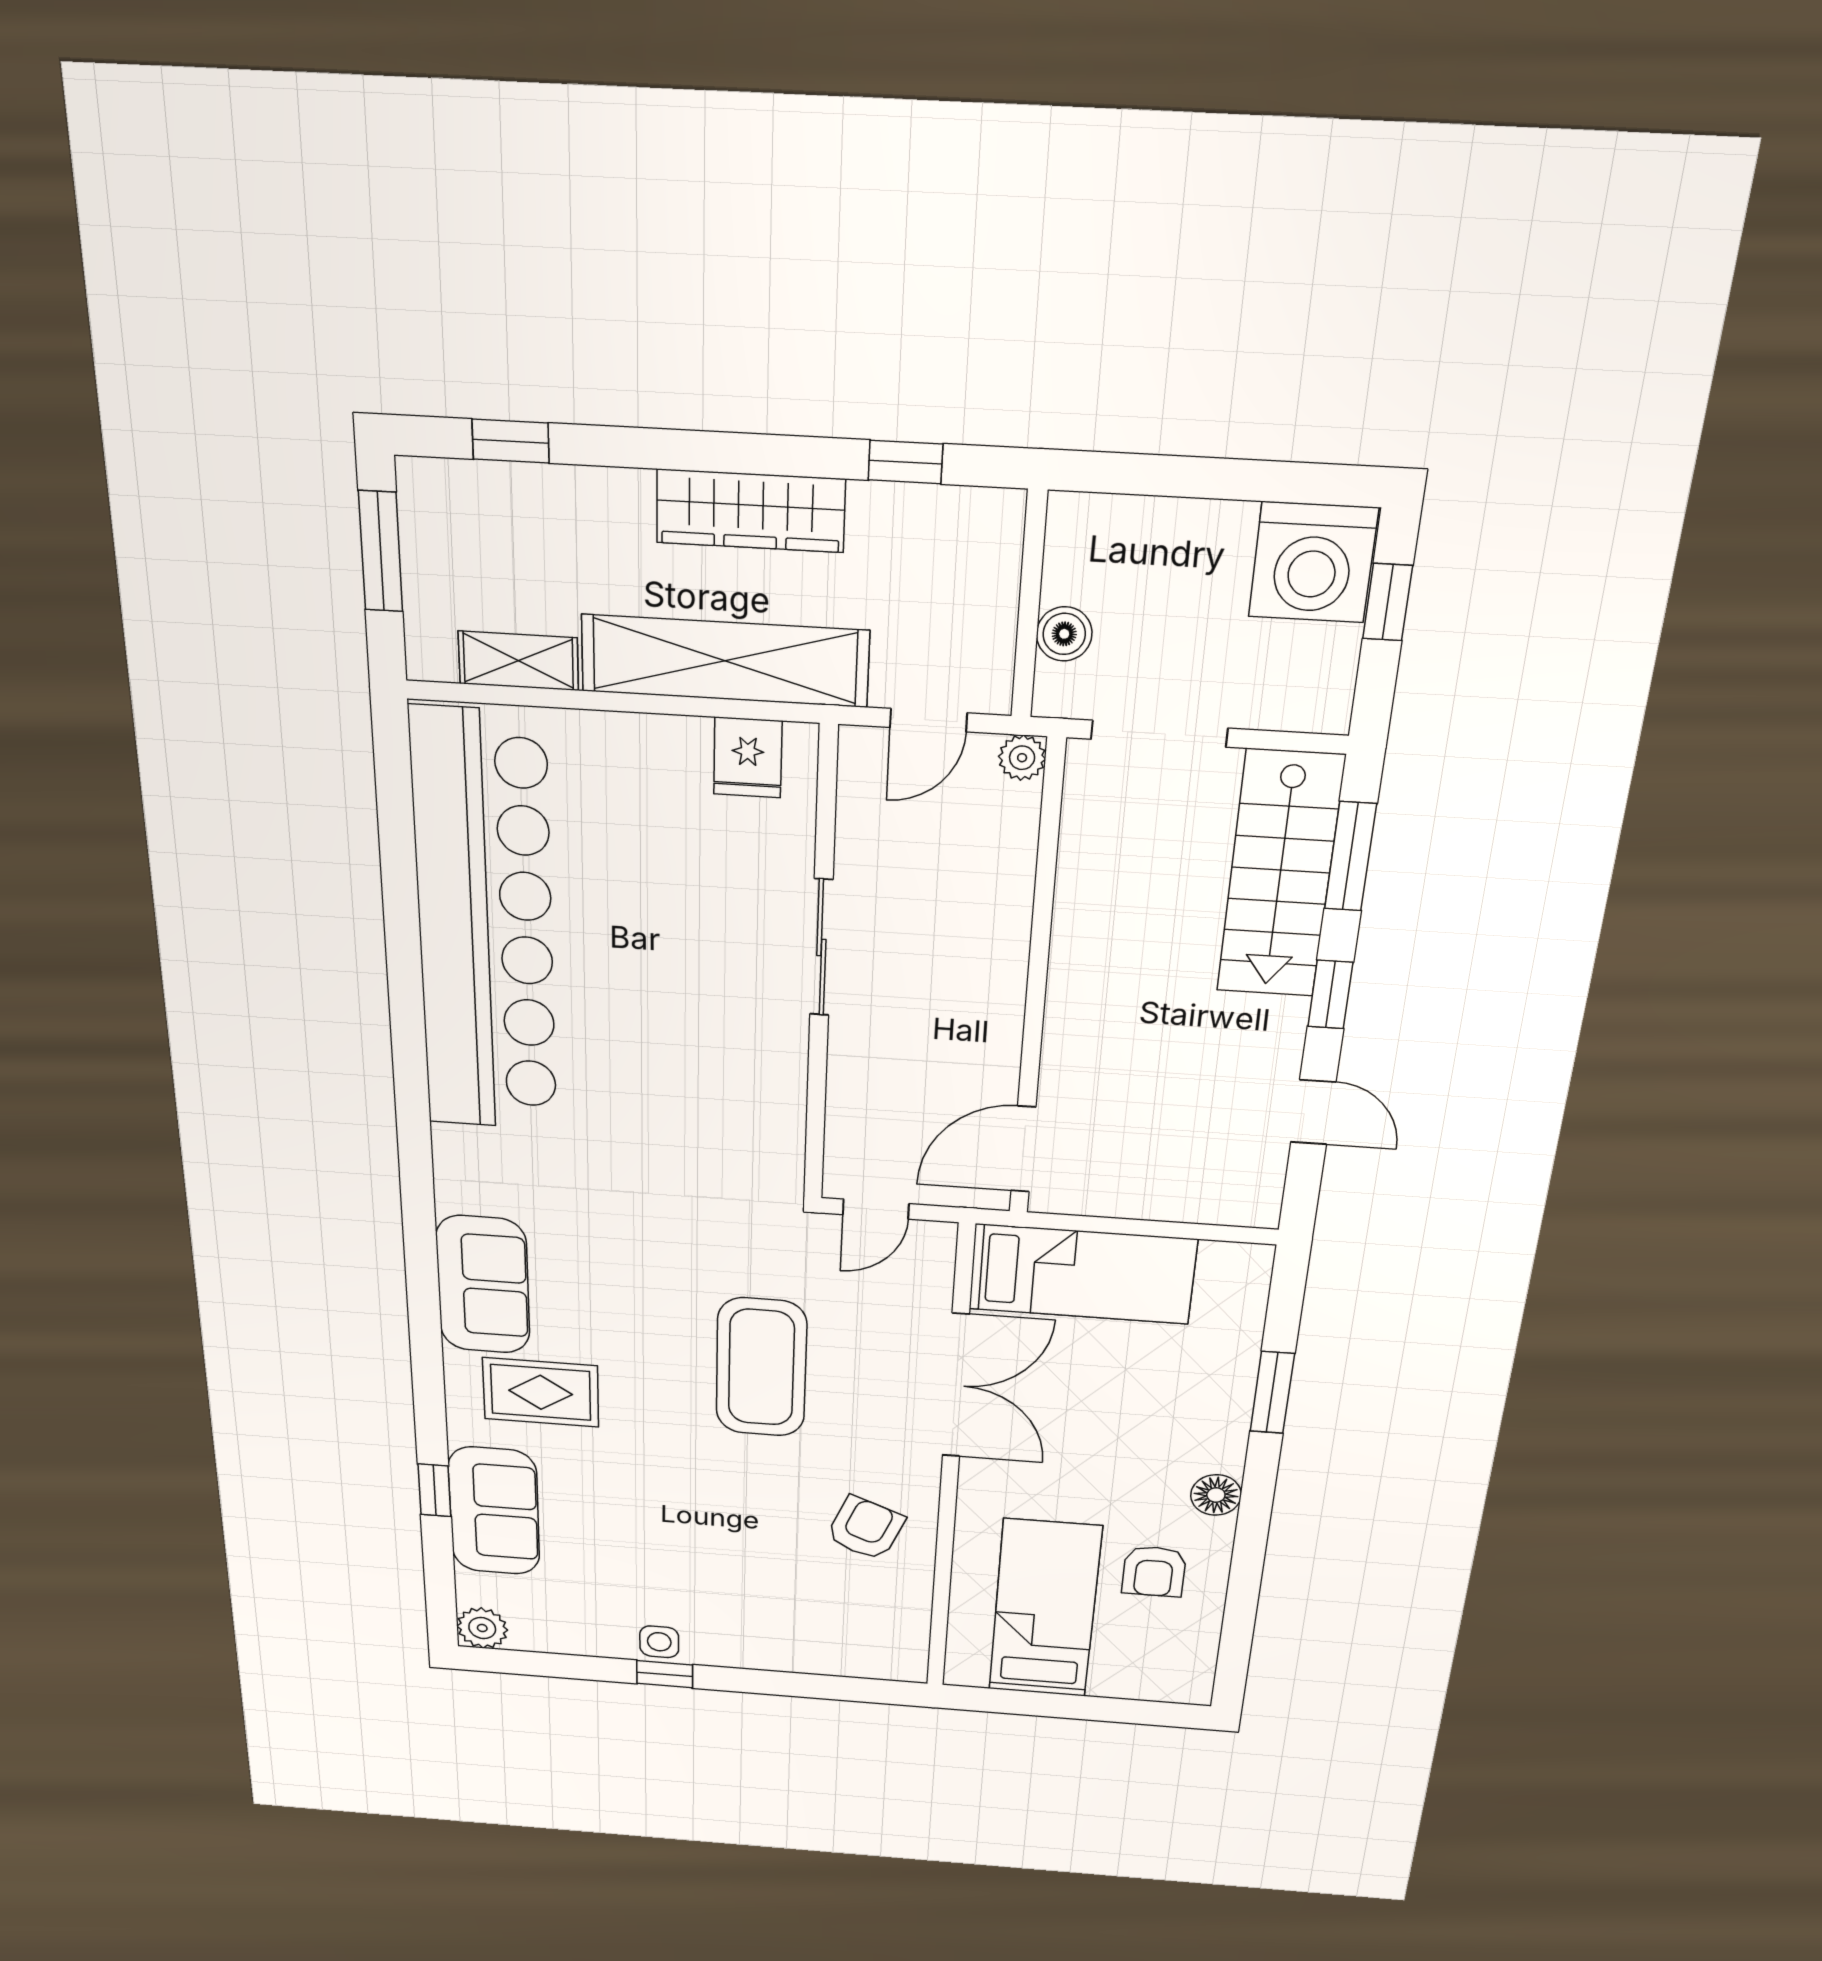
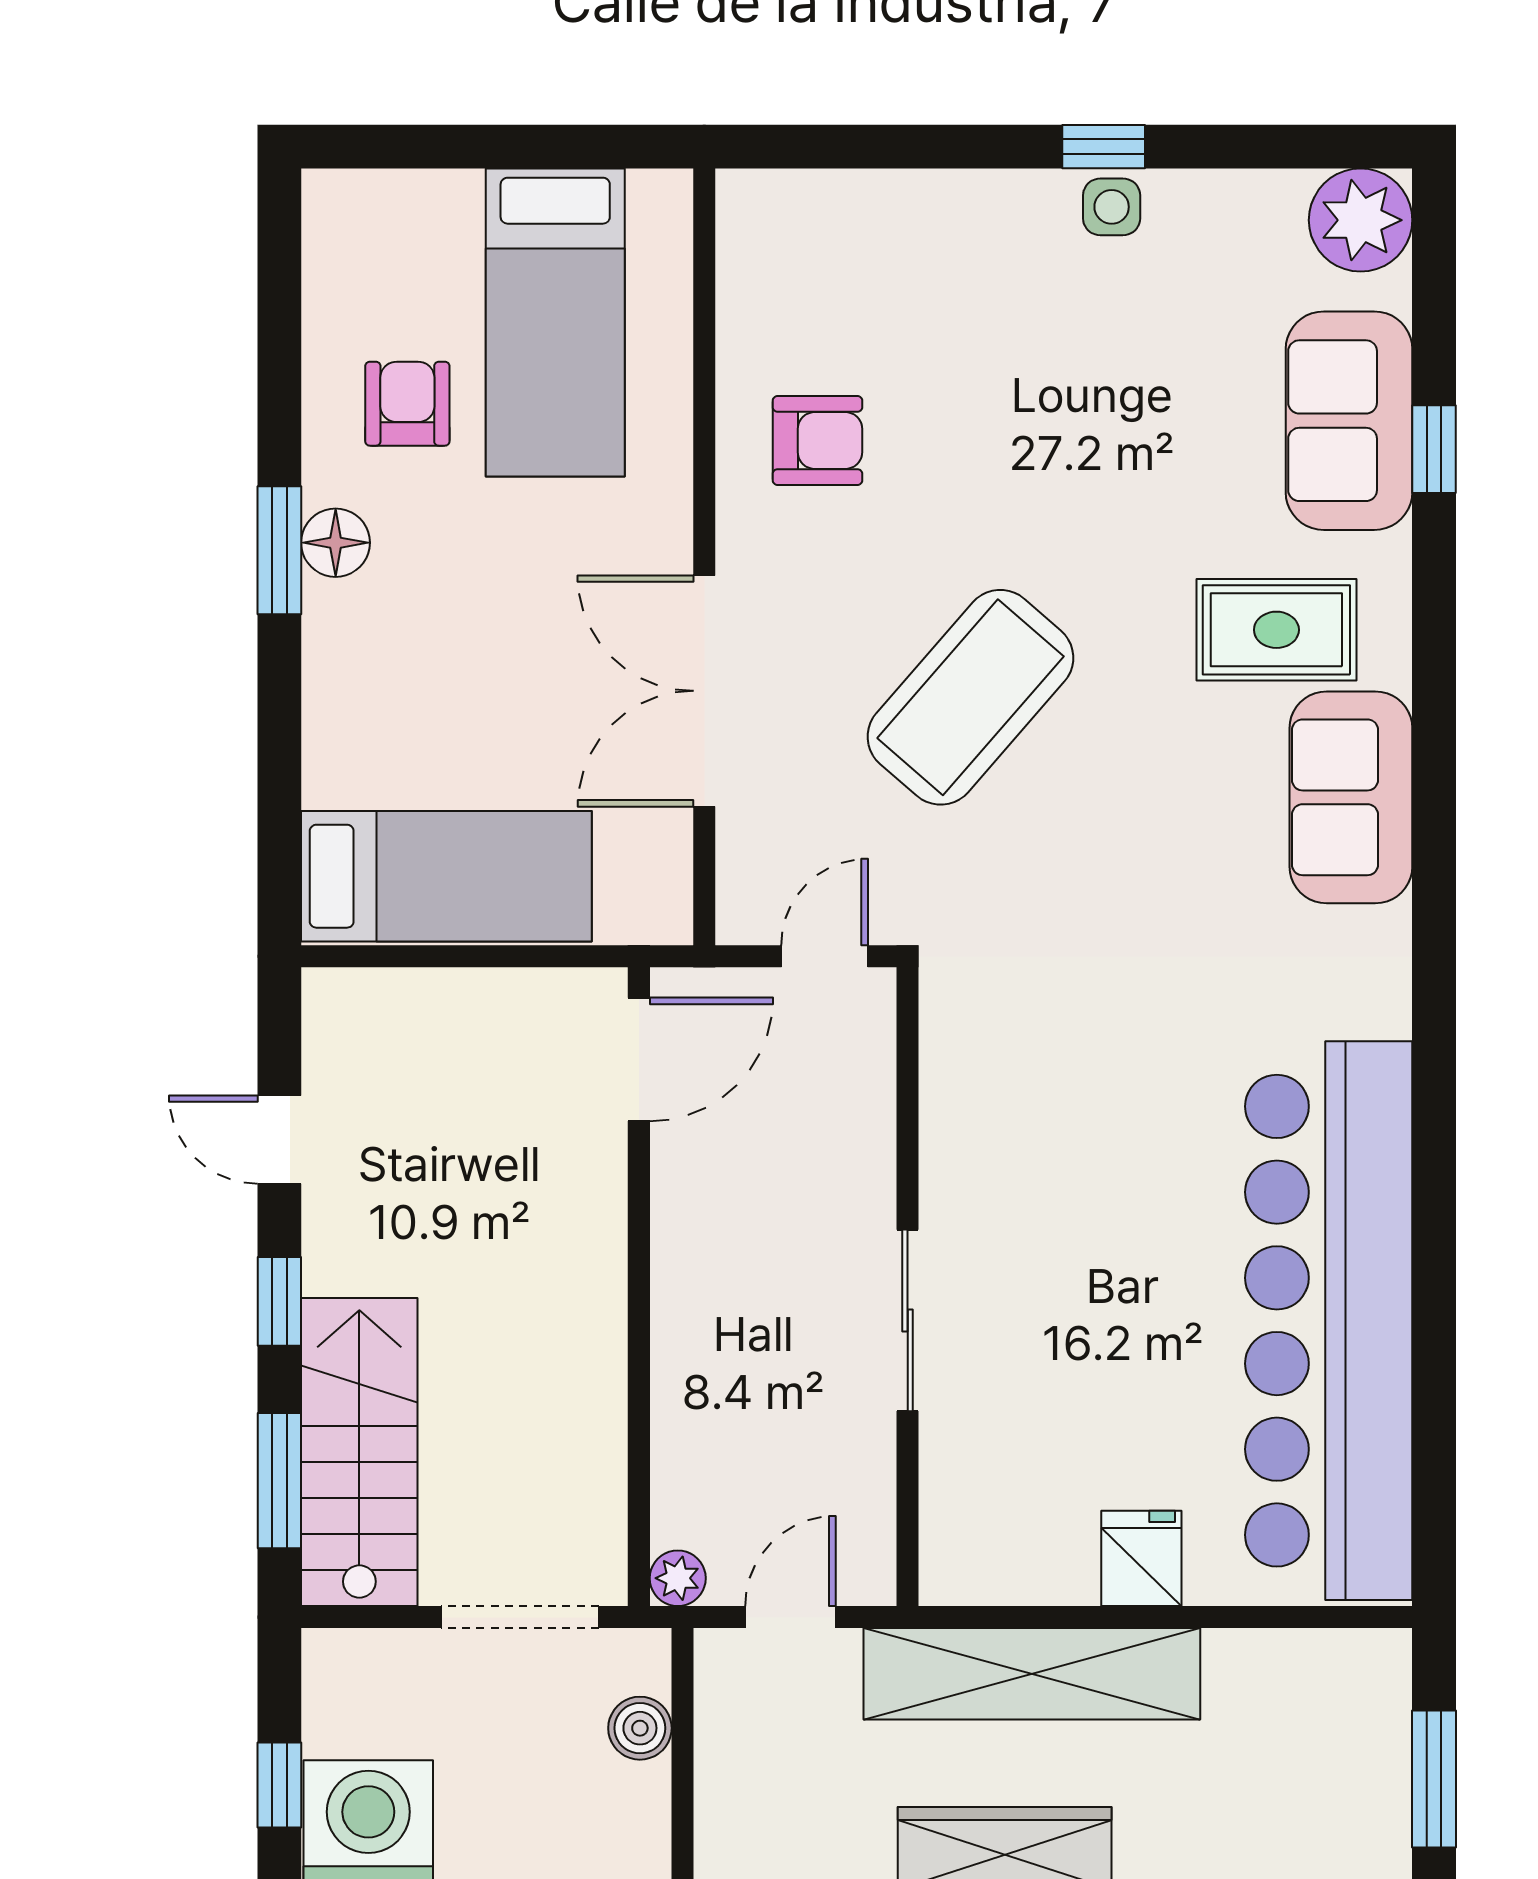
shelving: (518, 661) -> (1276, 1660), removed
fridge: (748, 758) -> (1141, 1558), moved
bed: (1082, 1274) -> (446, 876), moved, turned 180
coffee table: (761, 1367) -> (970, 697), turned 41
window: (1272, 1393) -> (279, 550), moved
armchair: (865, 1528) -> (817, 440), turned -112
plant: (482, 1628) -> (1361, 220), width x1.36, depth x1.36

